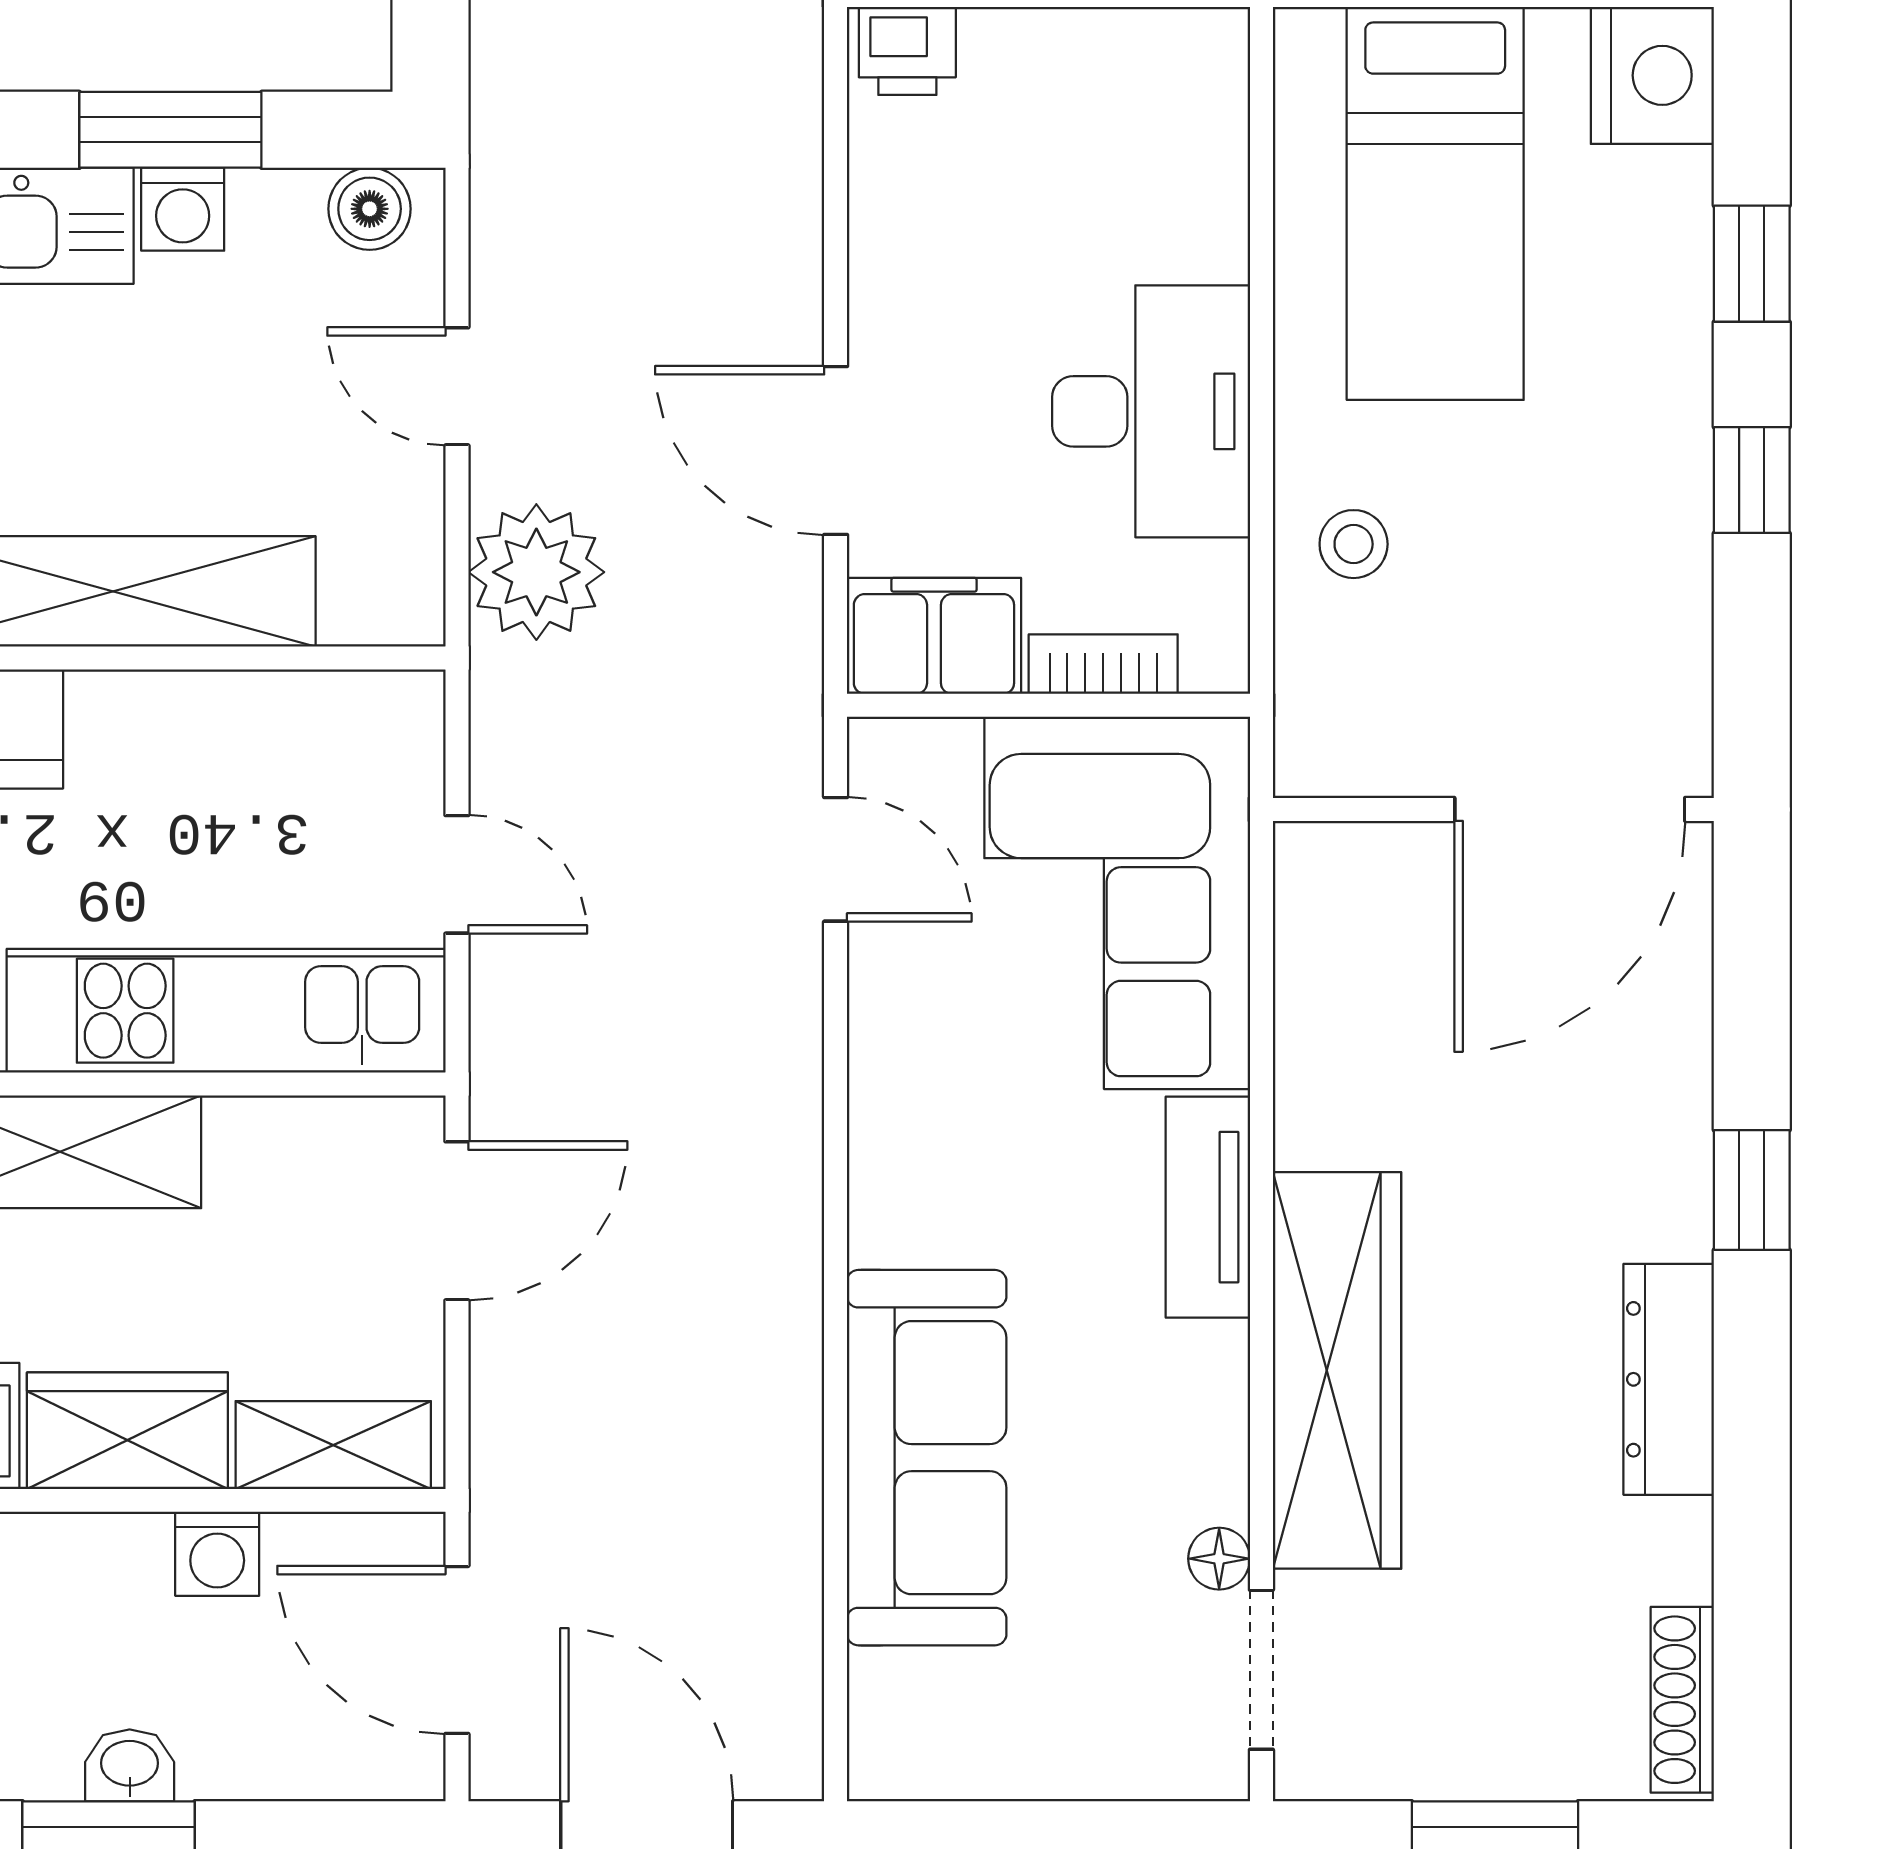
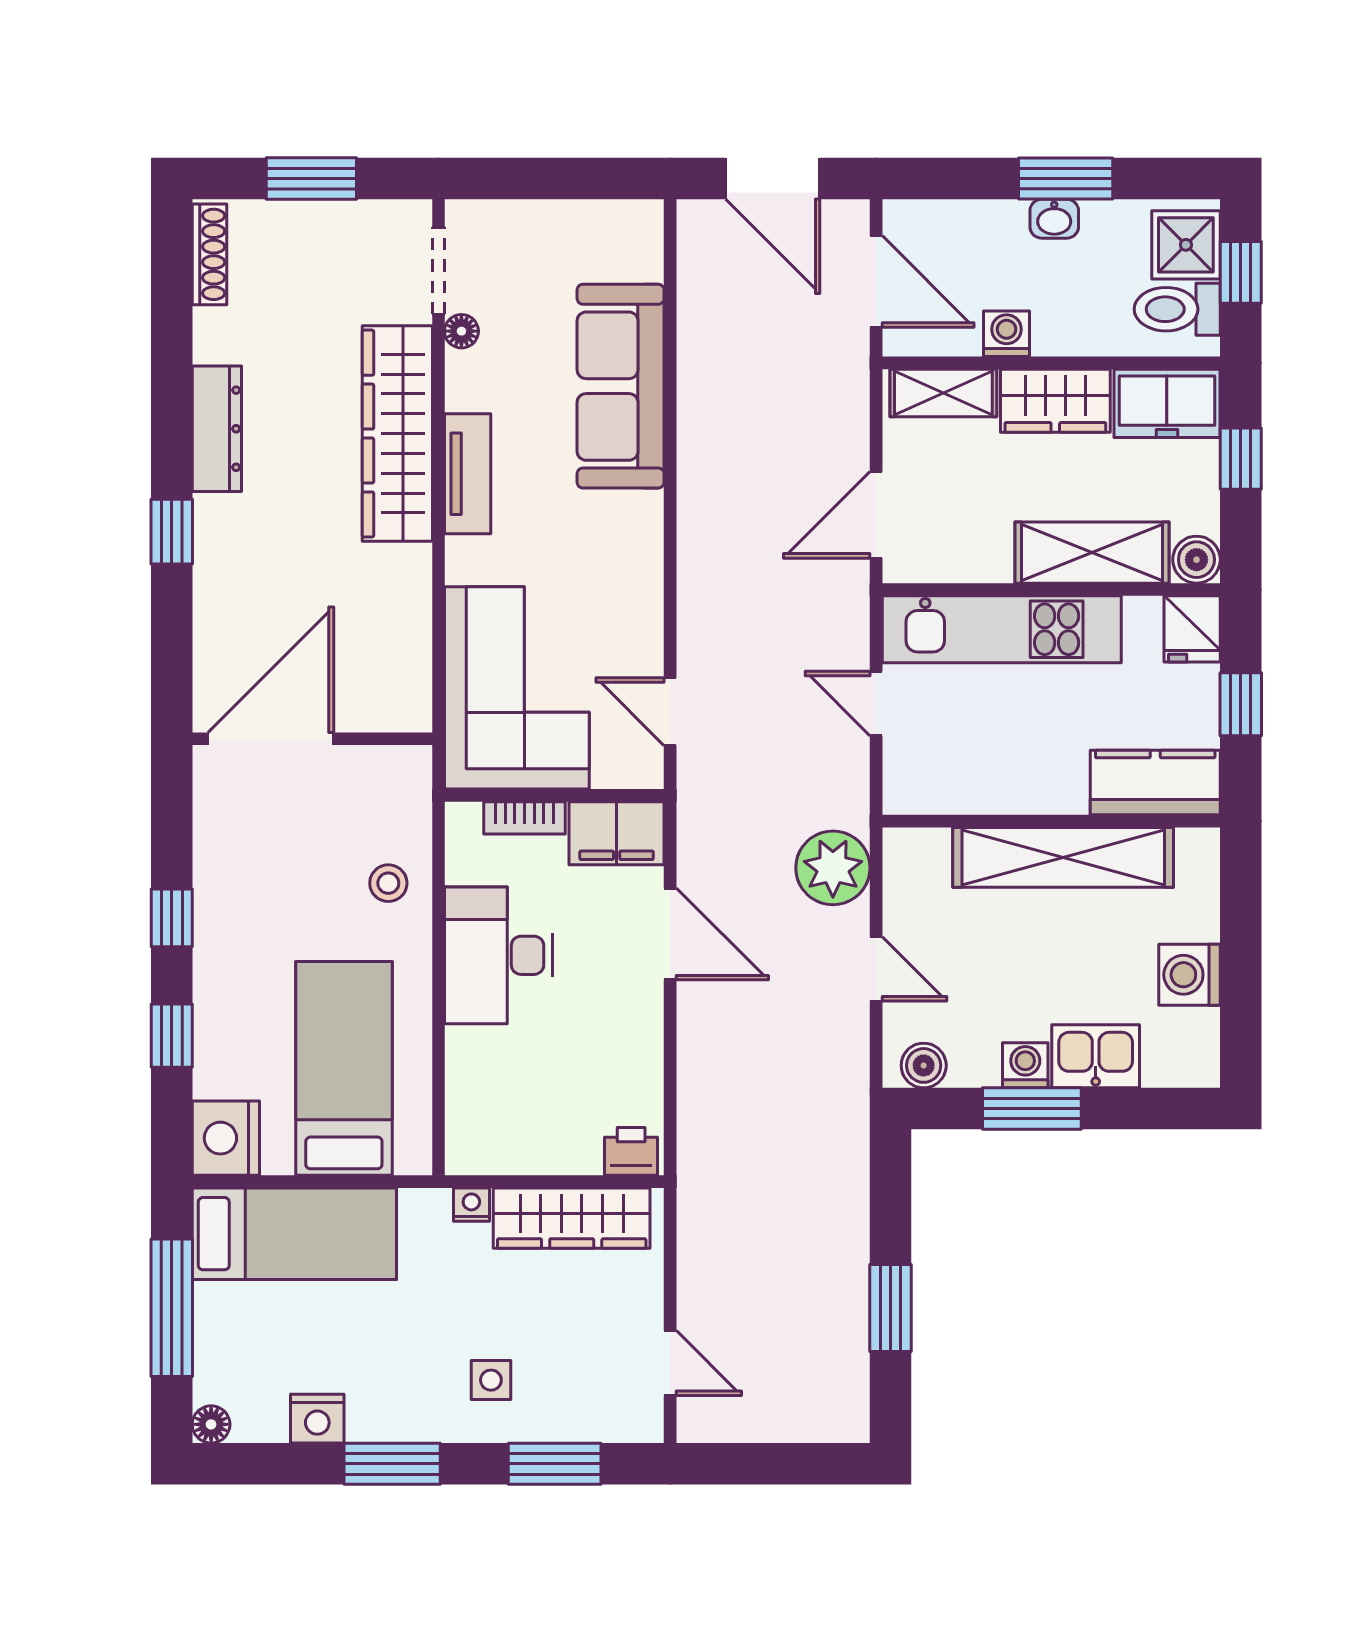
tv unit: (1208, 1207) -> (468, 474), moved

